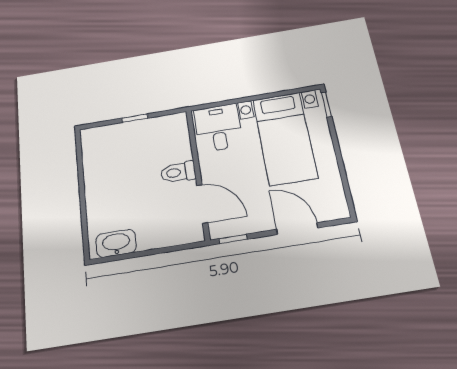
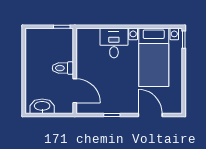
toilet: (178, 172) -> (63, 68), moved
wall: (198, 173) -> (75, 71), moved
door: (202, 204) -> (75, 91), moved

